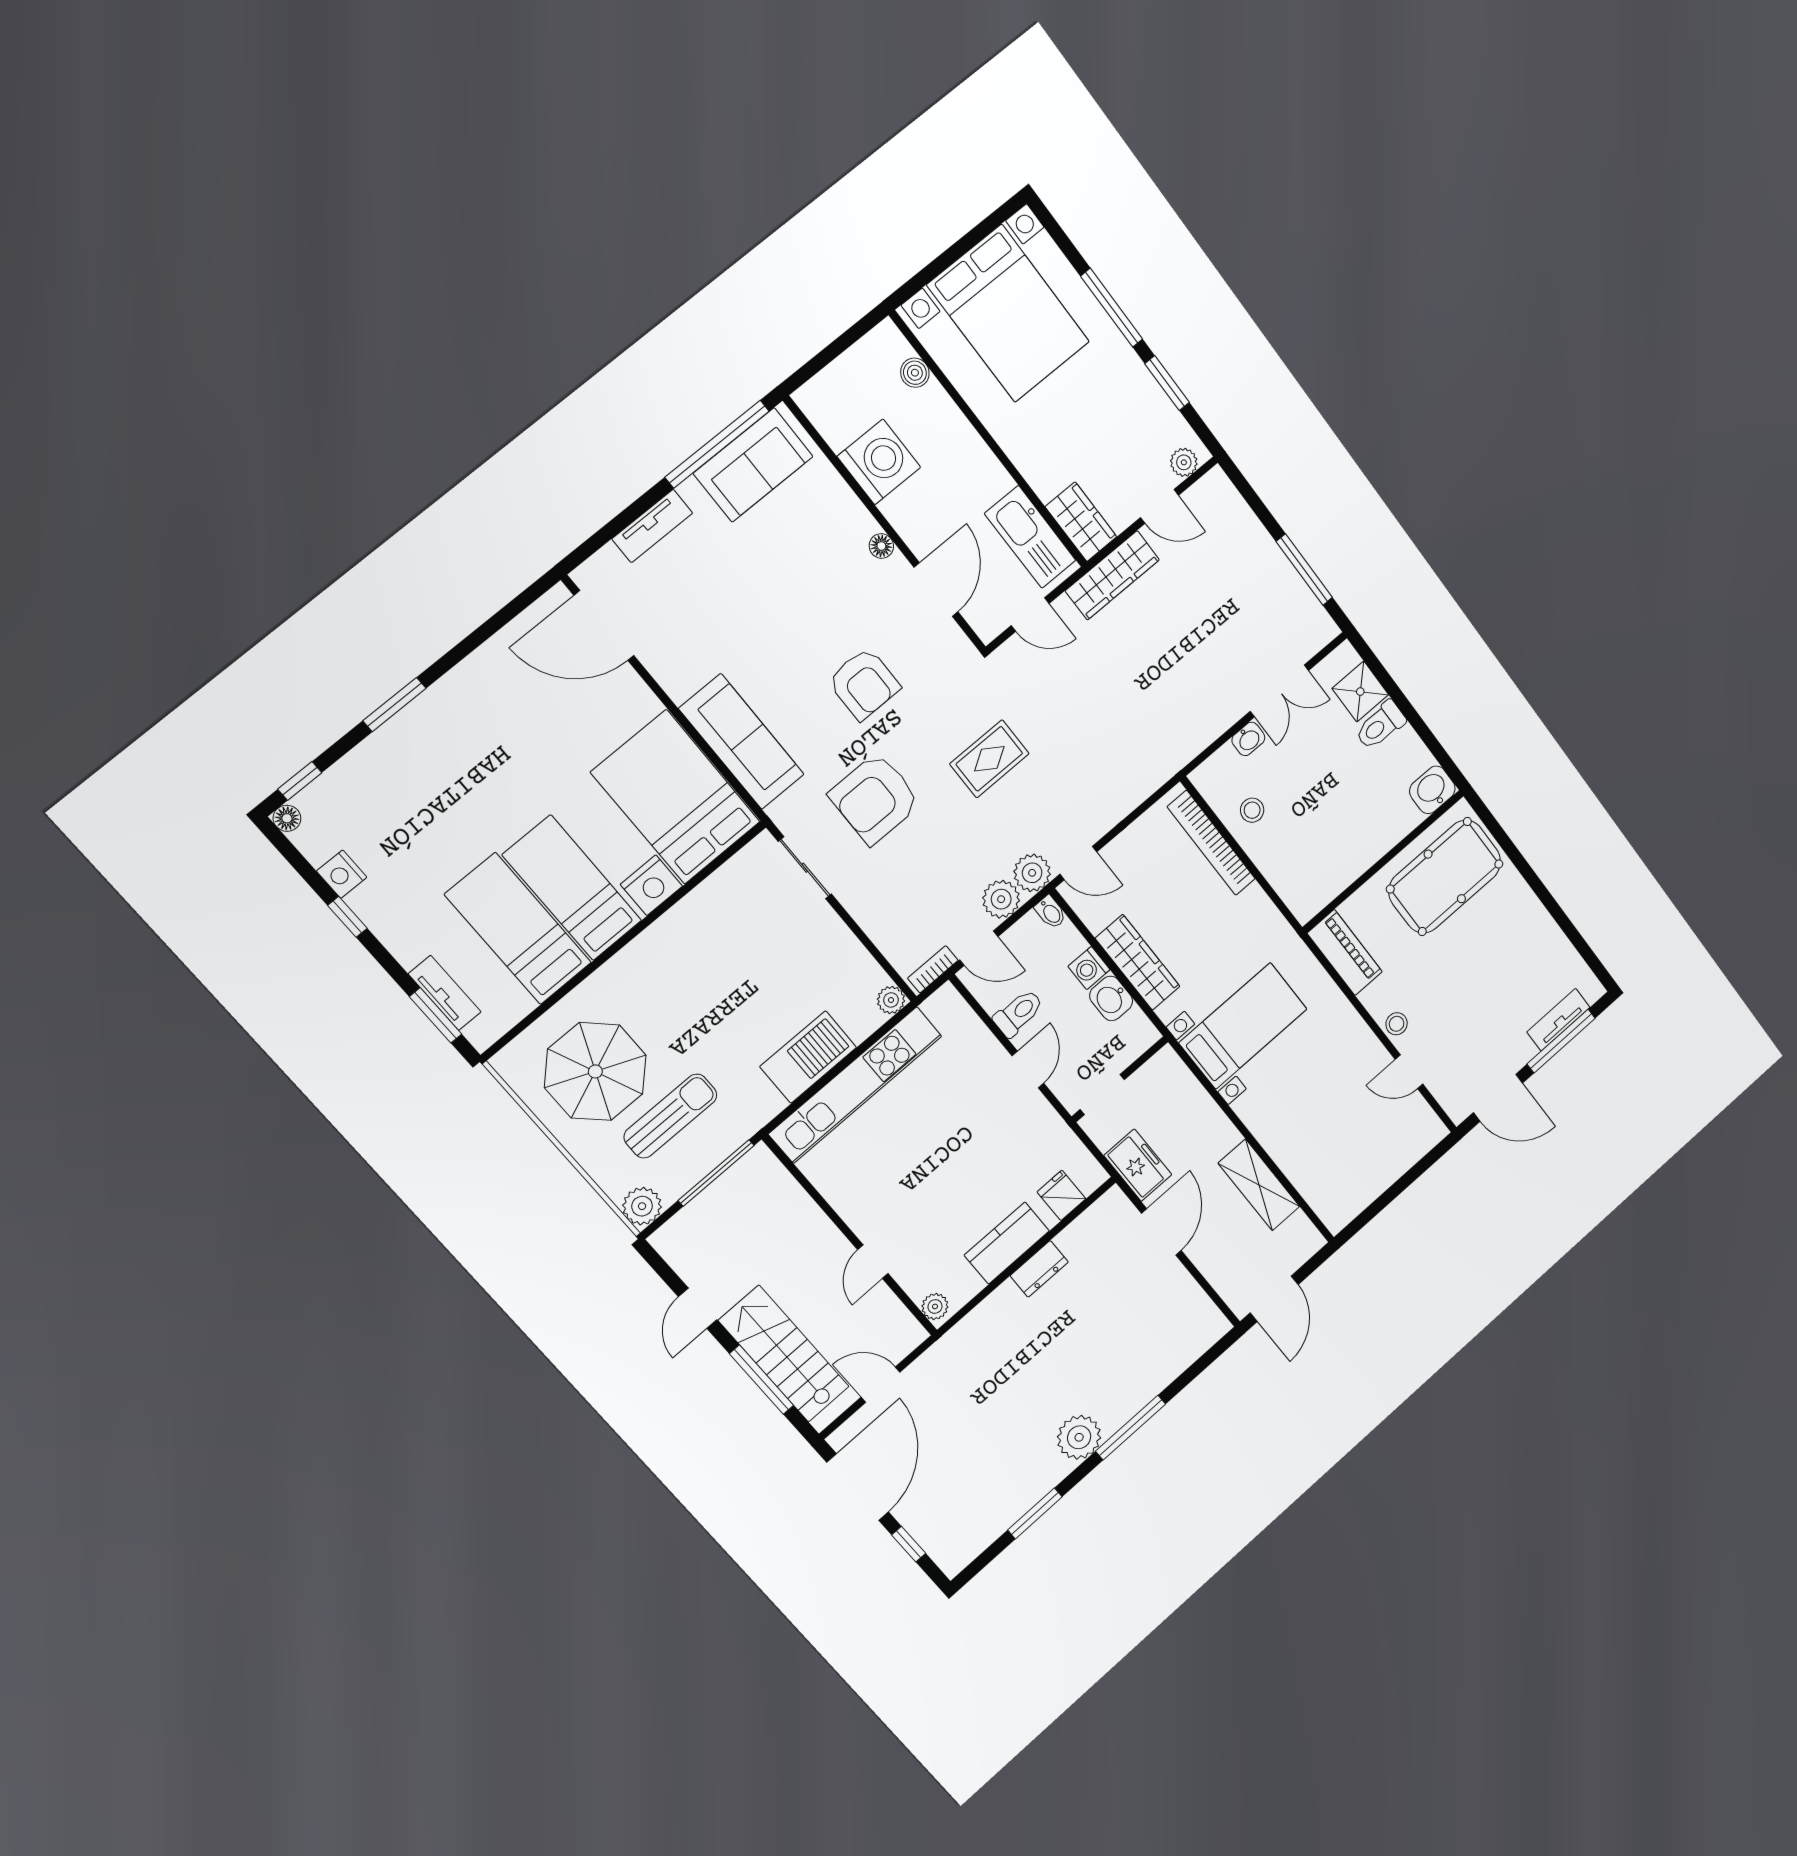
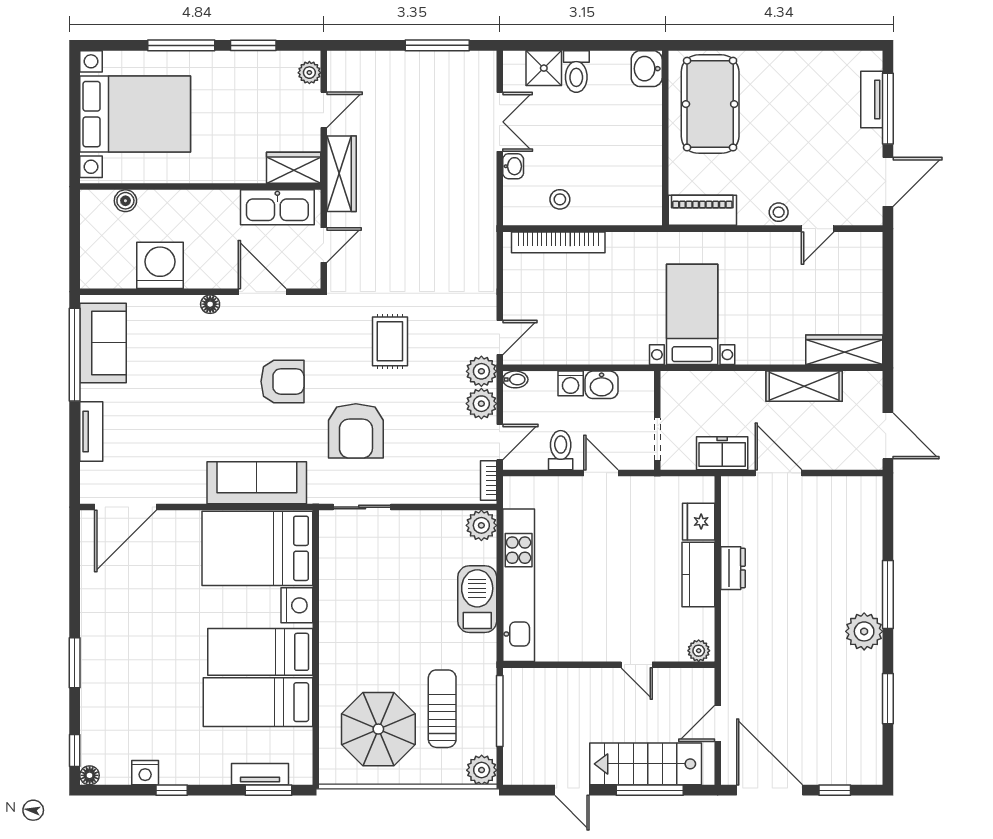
wardrobe: (1138, 962) -> (844, 350), moved
plant: (891, 1000) -> (481, 525), width x1.38, depth x1.38
fridge: (1061, 1195) -> (699, 522), width x1.38

